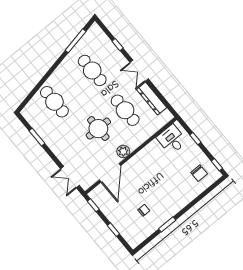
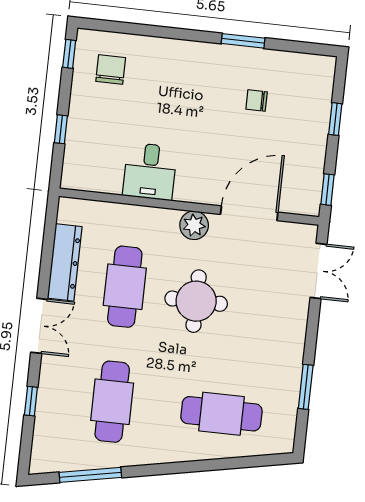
cafe table: (54, 102) -> (221, 414), turned 90
desk: (172, 139) -> (150, 171), moved

